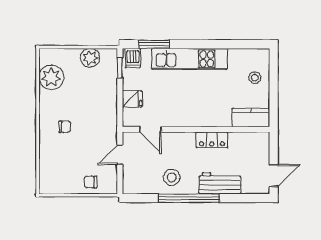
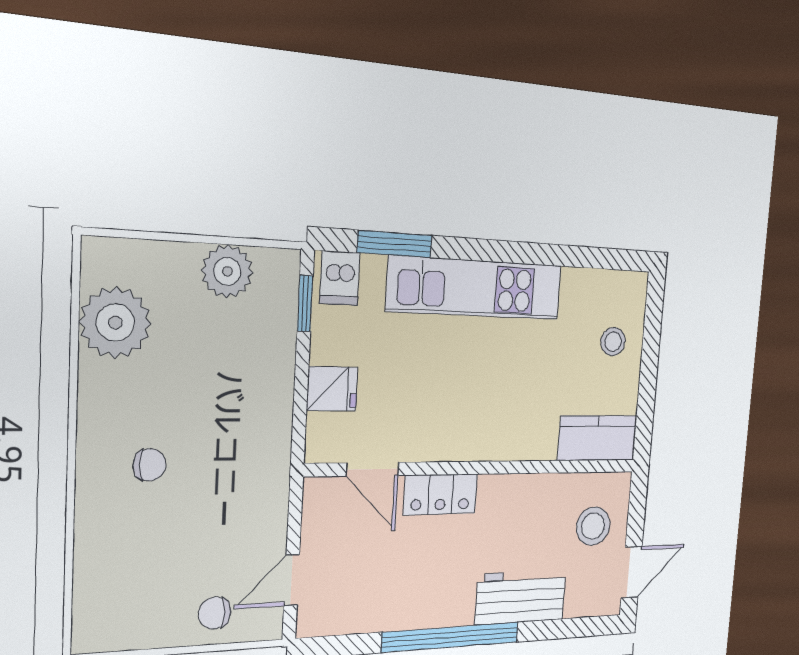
locker: (212, 140) -> (441, 494), moved
door: (120, 155) -> (292, 580), moved
stool: (172, 177) -> (593, 526), moved

